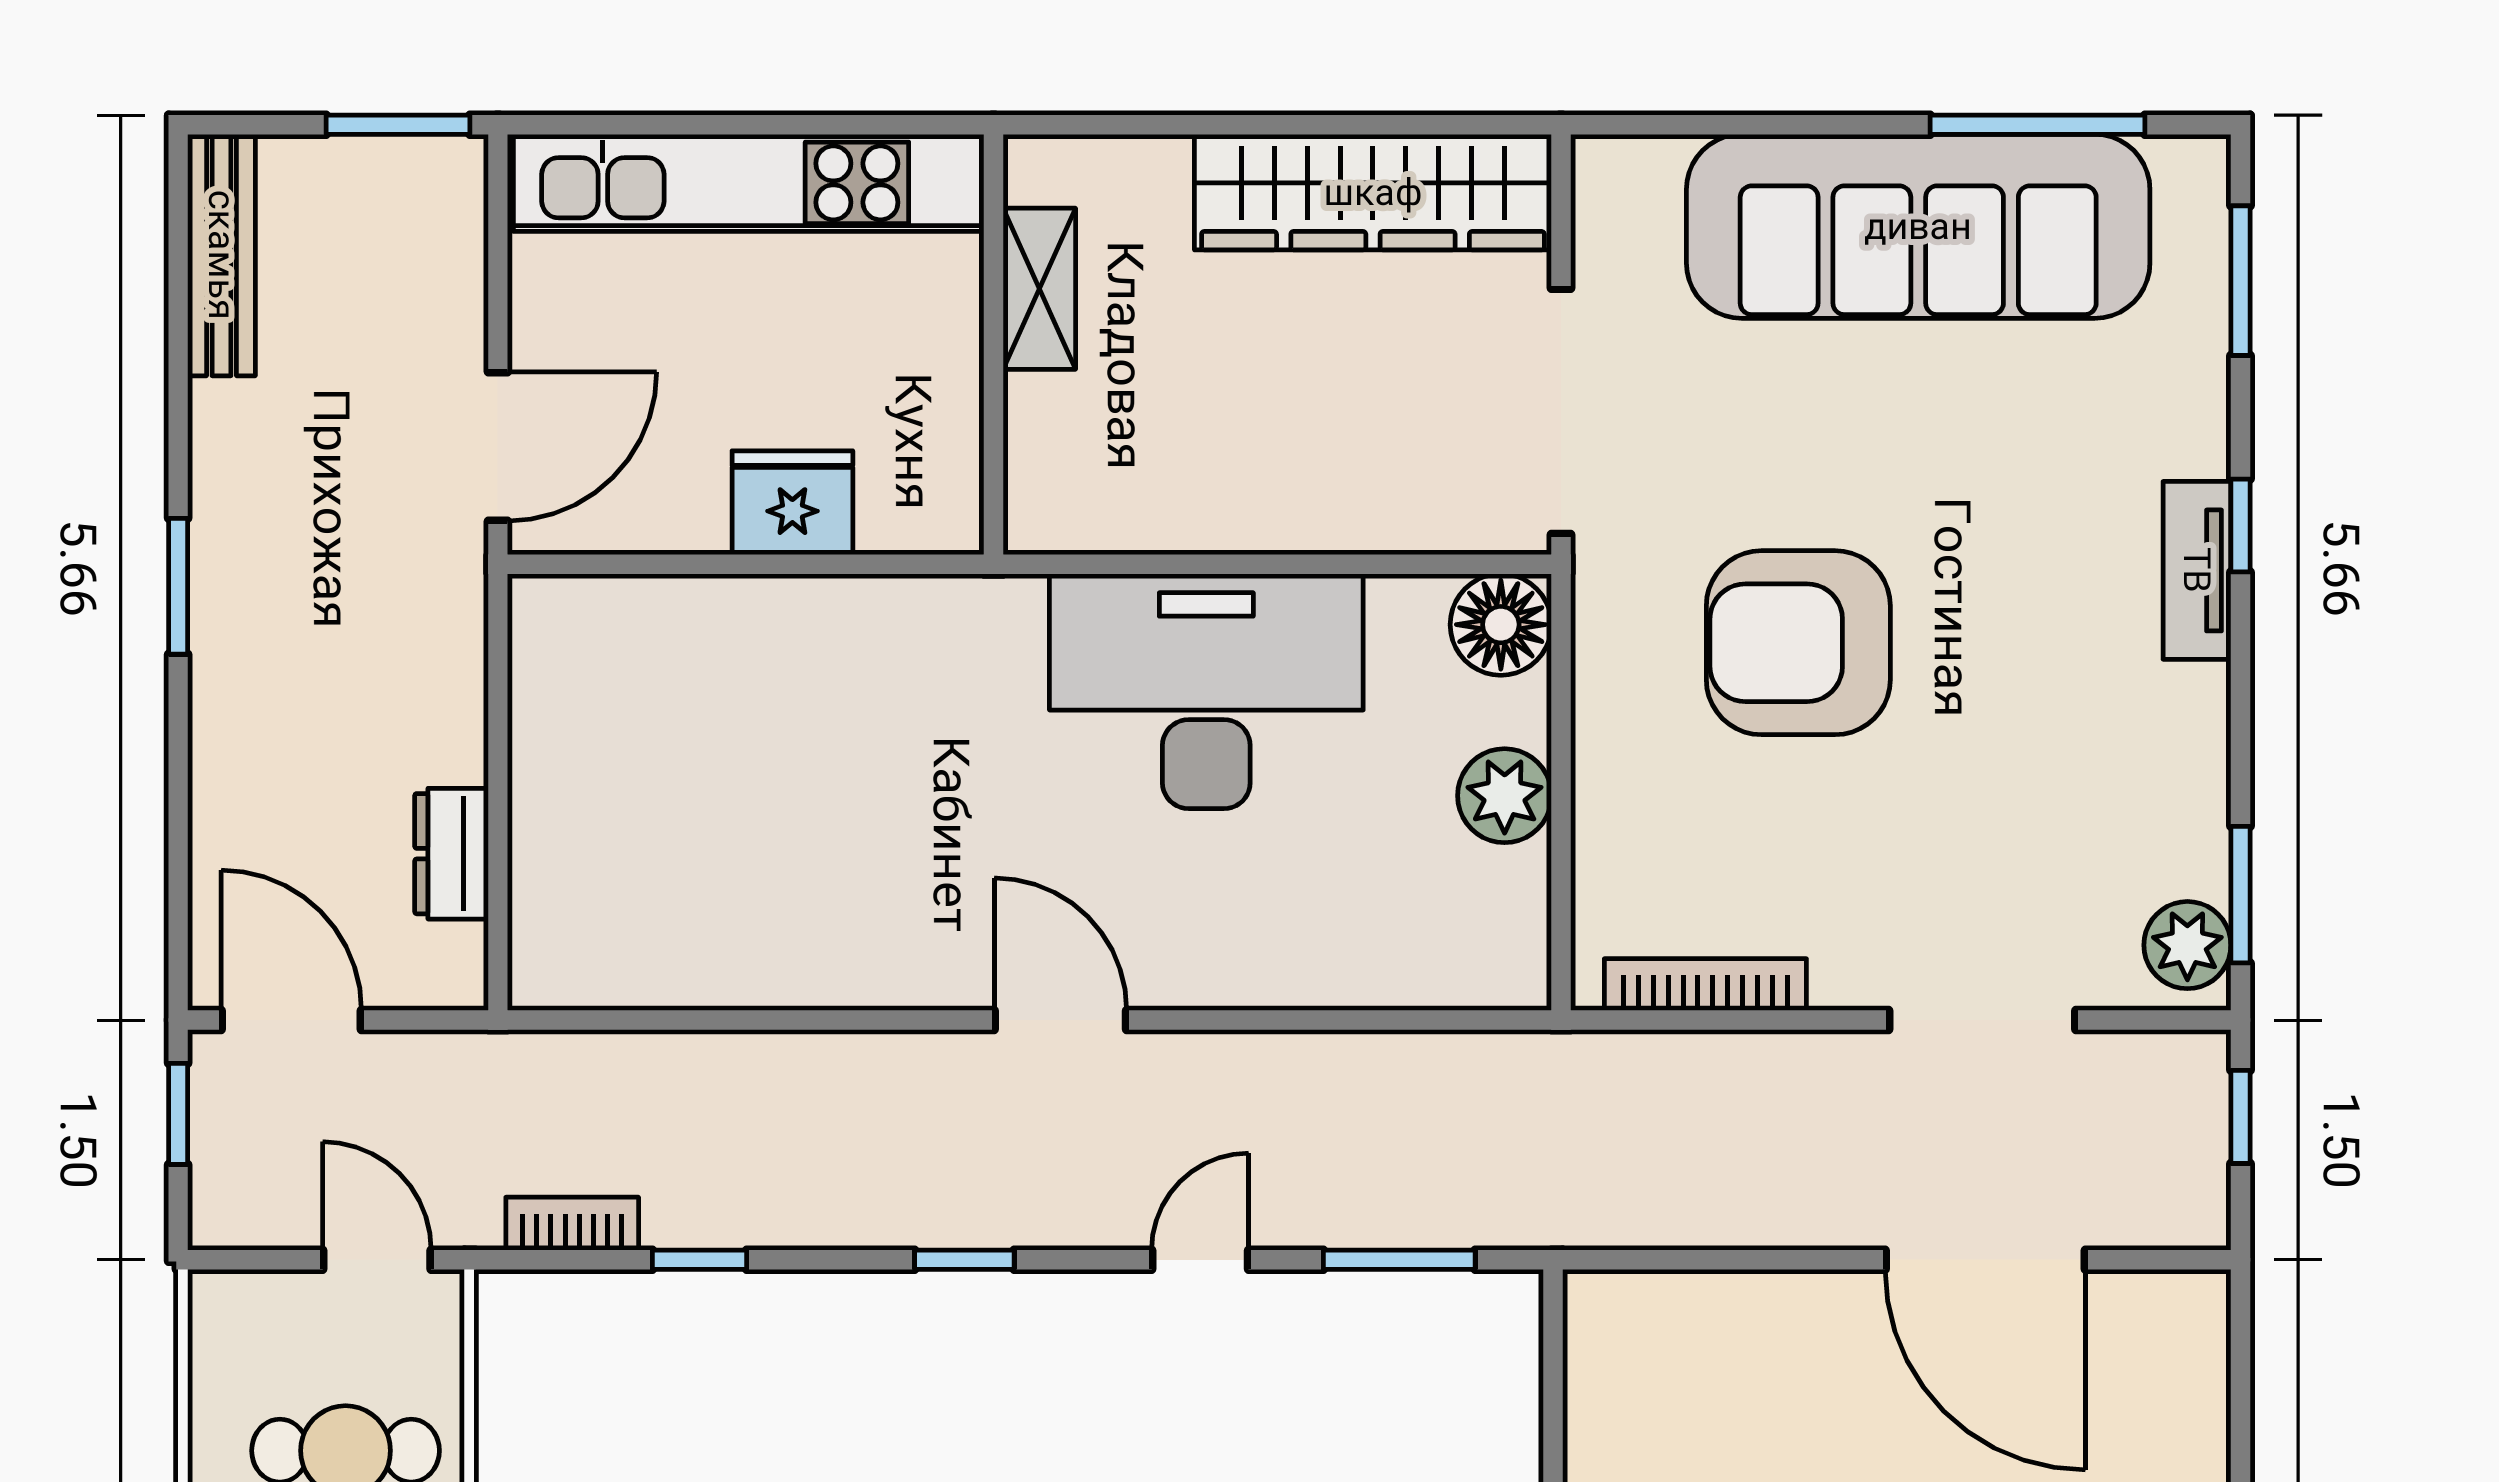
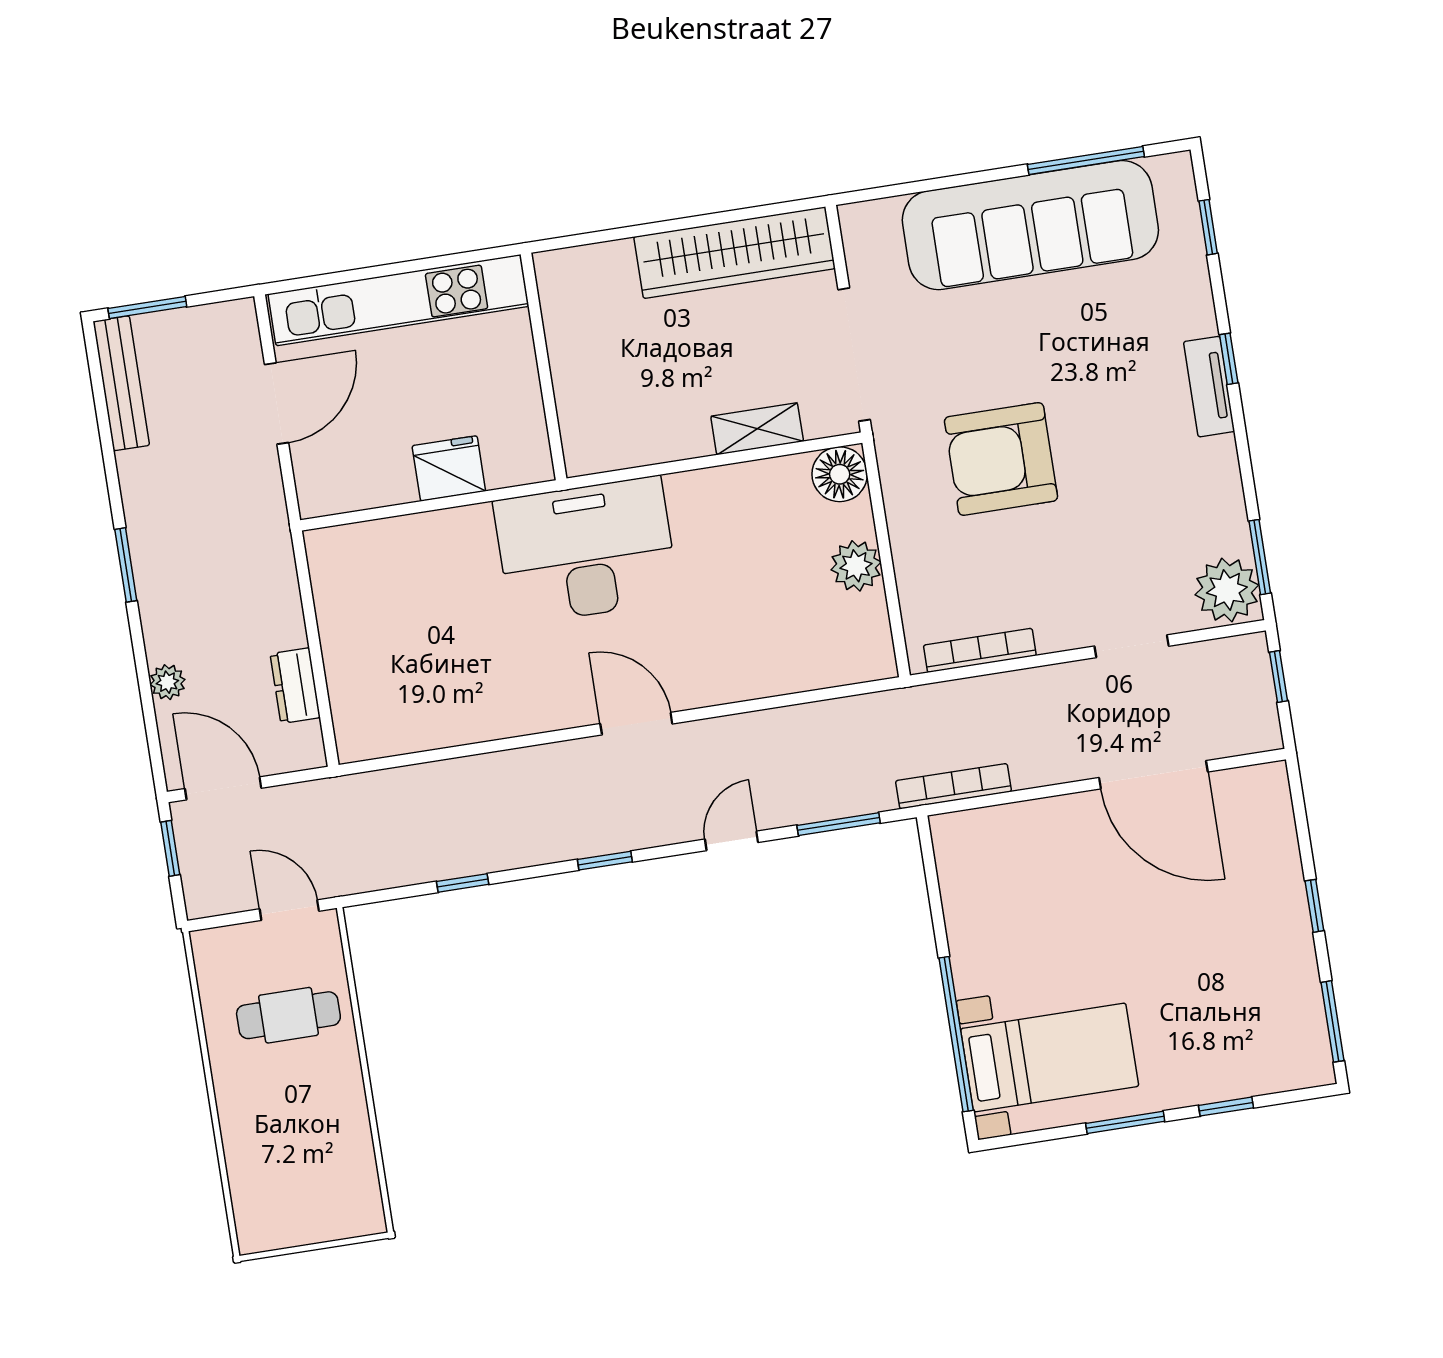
window: (398, 125) -> (147, 307), moved
window: (2241, 281) -> (1208, 227), width x0.67
shelving: (1039, 289) -> (757, 429), moved, turned 90
door: (498, 446) -> (277, 403), moved
desk: (1206, 691) -> (586, 551), moved
plant: (220, 811) -> (167, 682), added
plant: (2187, 945) -> (1227, 590), width x1.36, depth x1.36
doorway: (1982, 1020) -> (1132, 646), width x0.73
bookcase: (572, 1224) -> (953, 786), moved, width x1.56

